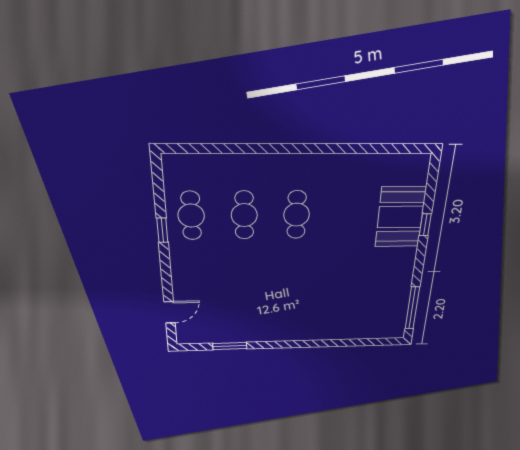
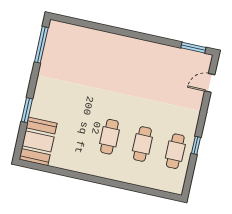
booth: (400, 217) -> (38, 141), moved
window: (425, 225) -> (27, 110), width x1.50
window: (230, 346) -> (193, 48), moved

